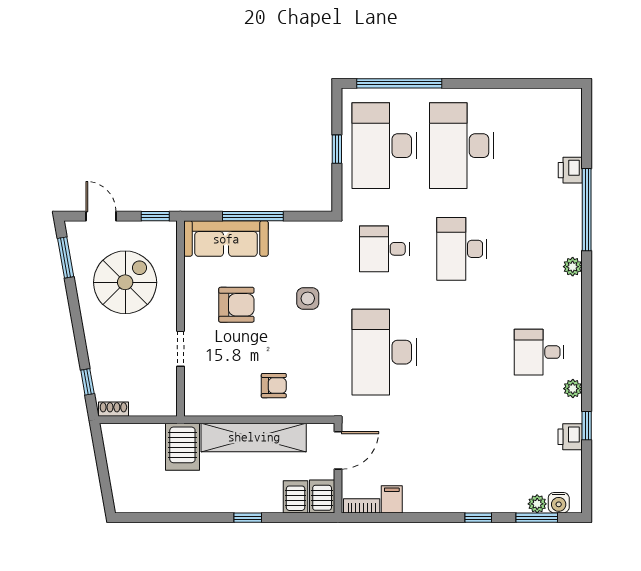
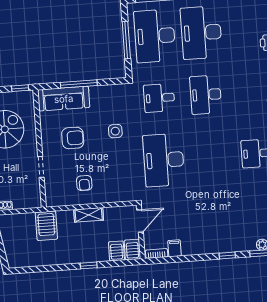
window: (337, 149) -> (126, 40), width x2.17
armchair: (274, 386) -> (84, 183), moved, turned 90
shelving: (254, 437) -> (89, 215), width x0.45, depth x0.75

